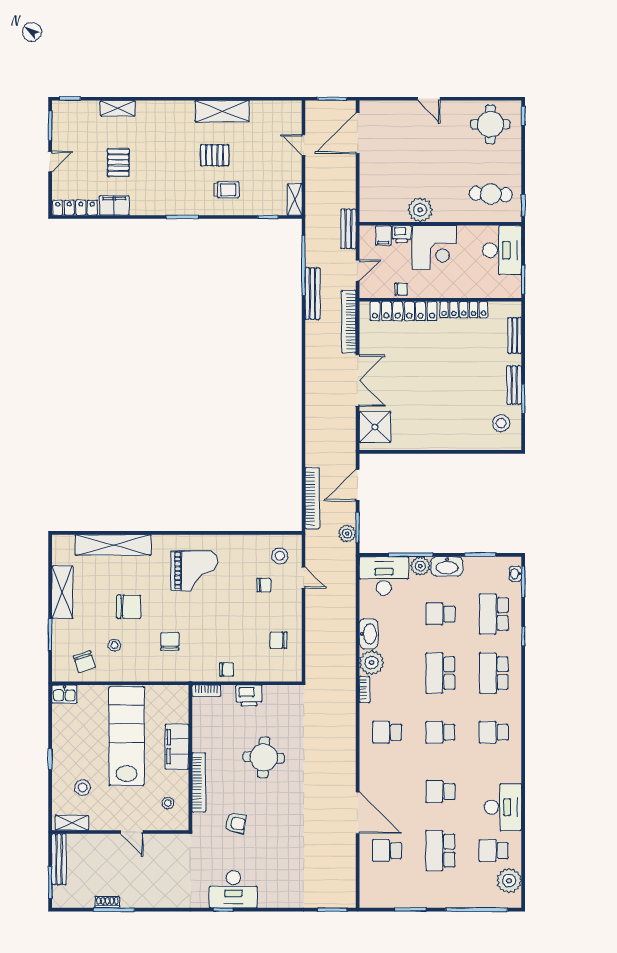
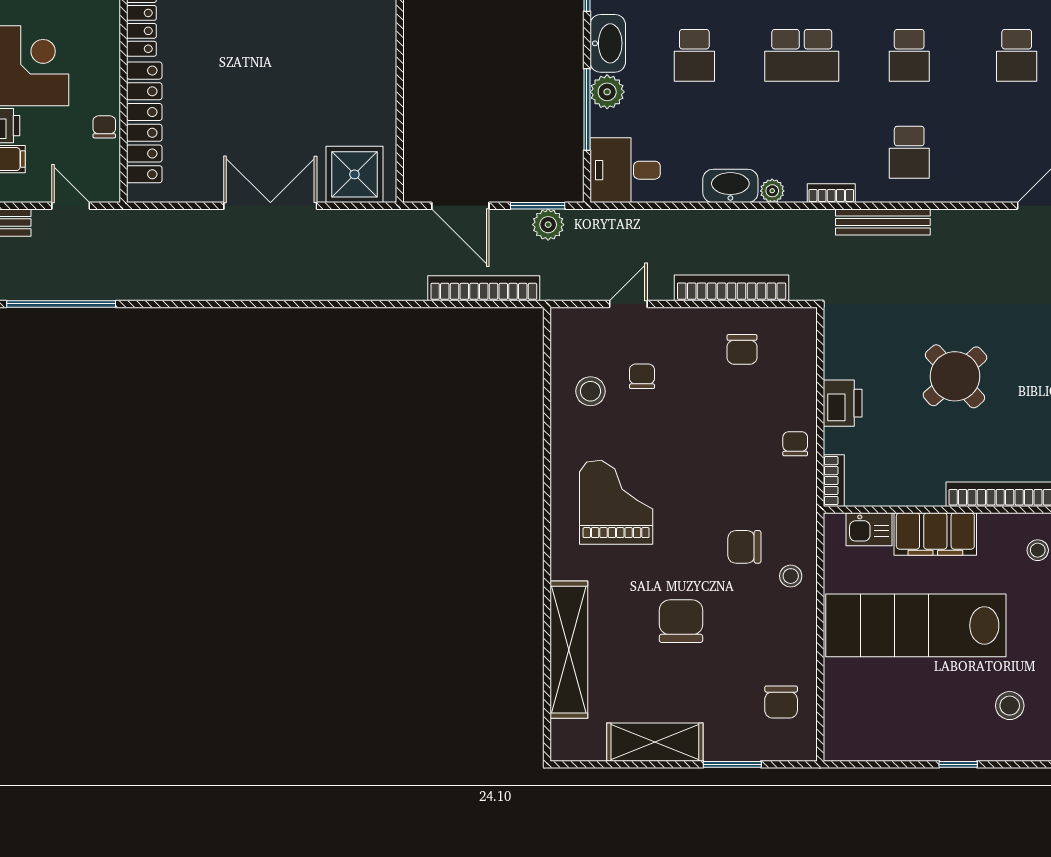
bench: (312, 294) -> (883, 222), moved
bookcase: (349, 322) -> (732, 288), moved, turned 180
stool: (280, 556) -> (591, 391), moved
desk: (384, 576) -> (625, 170), width x0.73
stool: (114, 645) -> (791, 576), moved
chair: (84, 662) -> (781, 702), turned 108
plant: (372, 663) -> (772, 191), width x0.53, depth x0.53
kitchen sink: (64, 694) -> (869, 529), moved, turned 90
round table: (264, 757) -> (955, 376), turned 45

